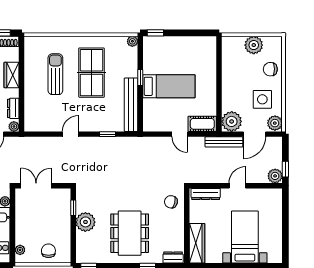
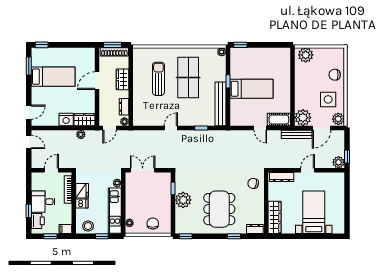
plant: (254, 45) -> (306, 55), moved

